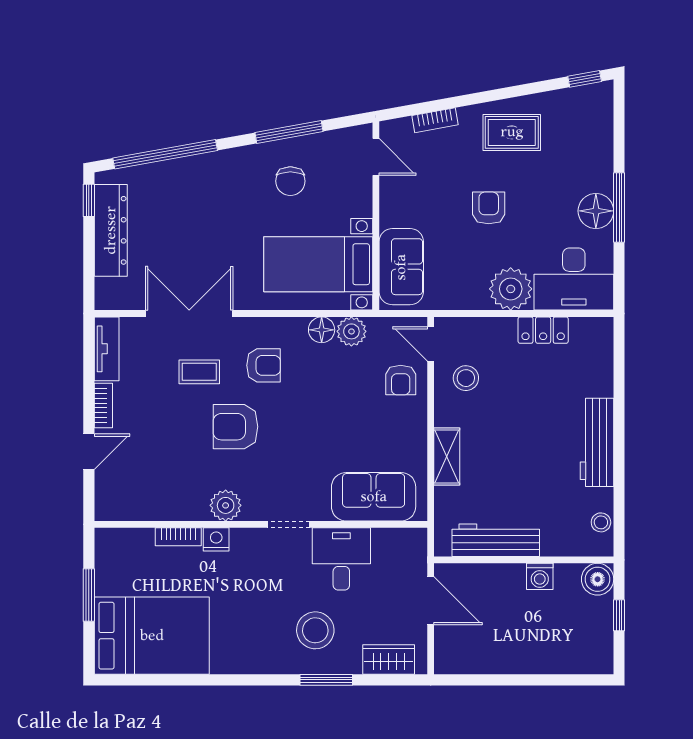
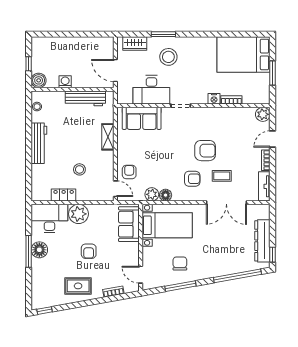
armchair: (264, 365) -> (192, 179), turned 180
stool: (466, 378) -> (79, 169), moved
plant: (226, 505) -> (263, 114), moved
desk: (341, 559) -> (151, 90), width x1.37

